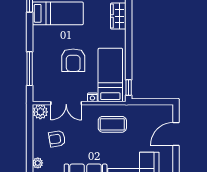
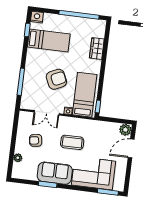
armchair: (73, 60) -> (56, 79), turned -115
plant: (40, 112) -> (125, 130), moved
coffee table: (112, 124) -> (72, 142), moved

